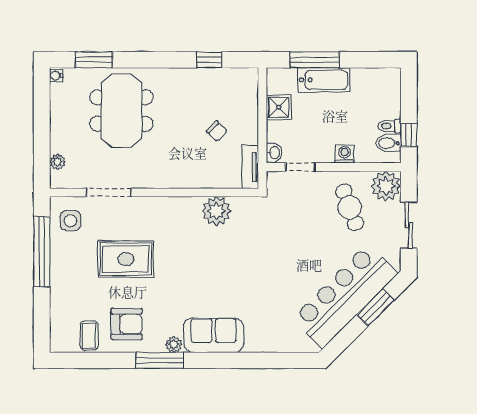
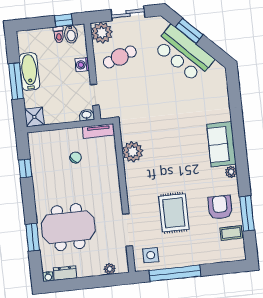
window: (94, 60) -> (33, 237), moved
window: (315, 60) -> (16, 81), moved
bathtub: (324, 80) -> (29, 72), moved
dresser: (58, 99) -> (65, 273), added
shower: (279, 107) -> (34, 117), moved
bar counter: (345, 296) -> (183, 54), width x0.73
window: (160, 360) -> (247, 213), moved

